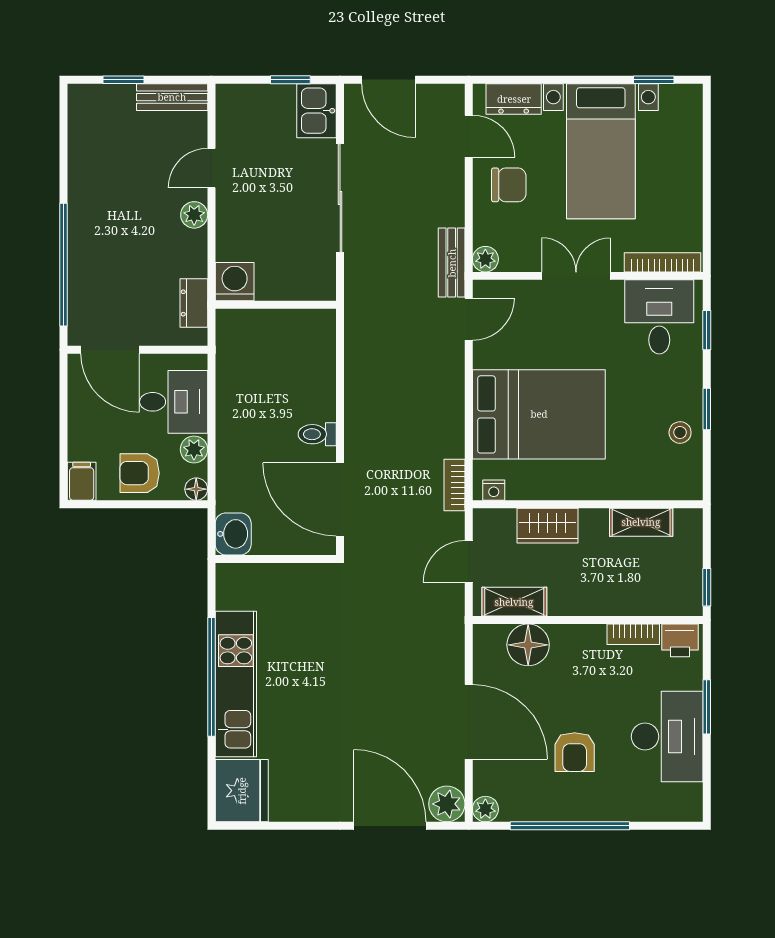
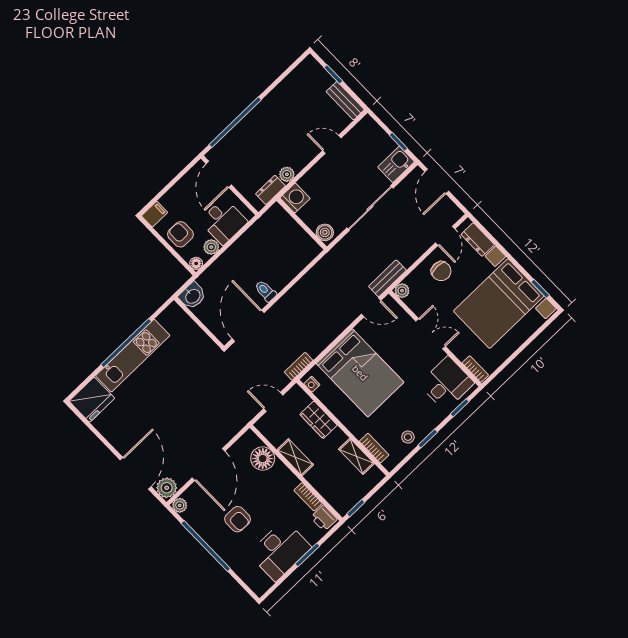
bed with nightstands: (601, 151) -> (499, 304), width x1.36
plant: (194, 215) -> (287, 174), moved
bookcase: (663, 262) -> (475, 369), width x0.64
boiler: (315, 286) -> (325, 232), added
bookcase: (653, 489) -> (374, 448), added
shelving: (514, 602) -> (295, 457), moved
armchair: (575, 752) -> (238, 519), turned -90

